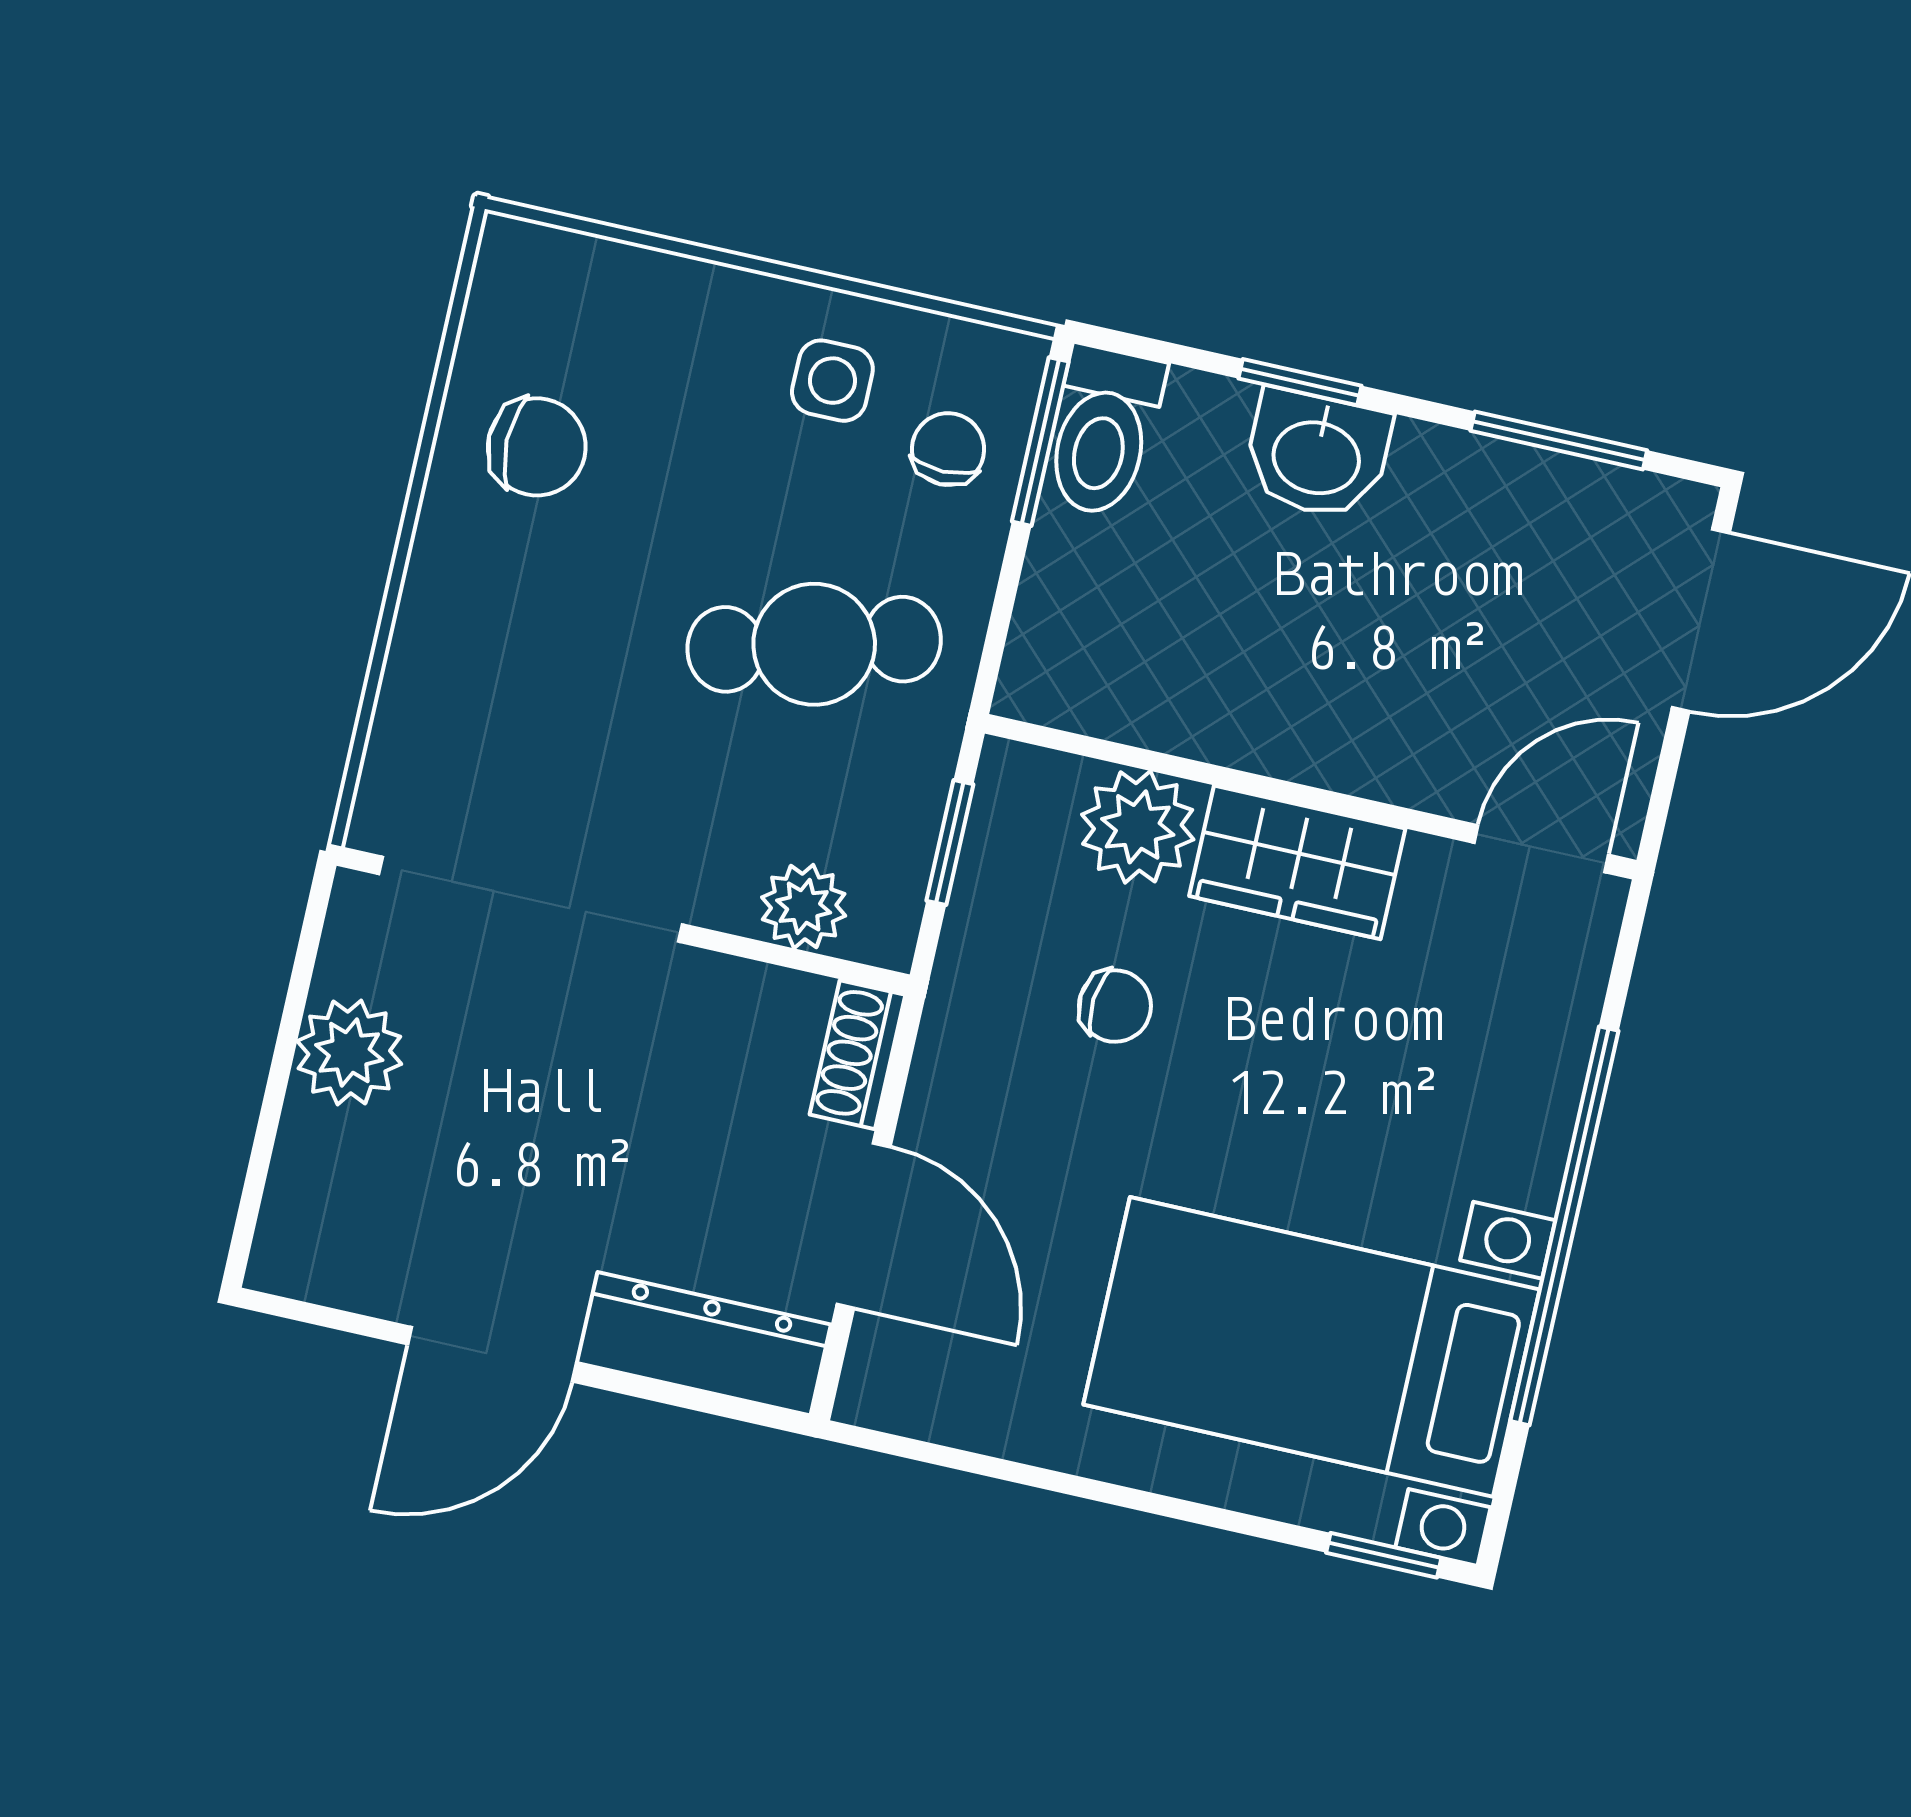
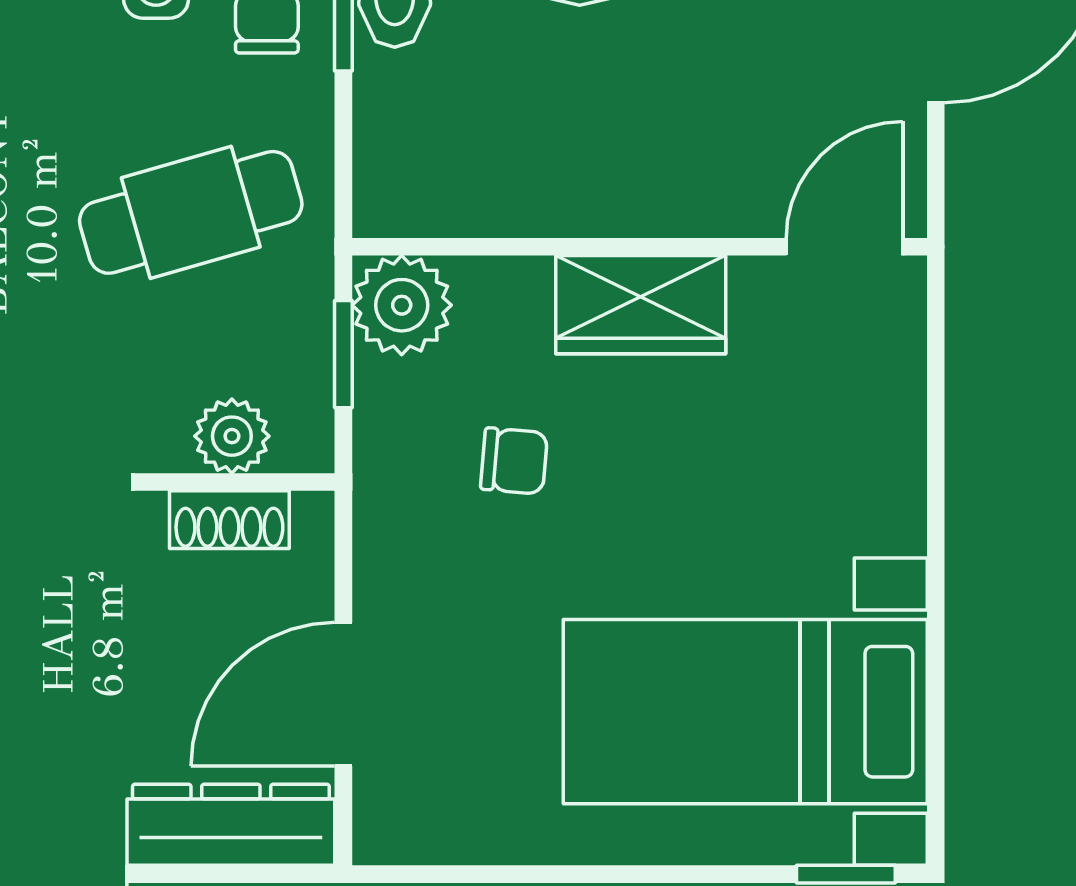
plant: (1138, 827) -> (402, 305), moved
shoe rack: (857, 1055) -> (229, 520), moved, turned -90
door: (864, 1225) -> (343, 694), swing flipped
window: (1564, 1226) -> (936, 561), removed

